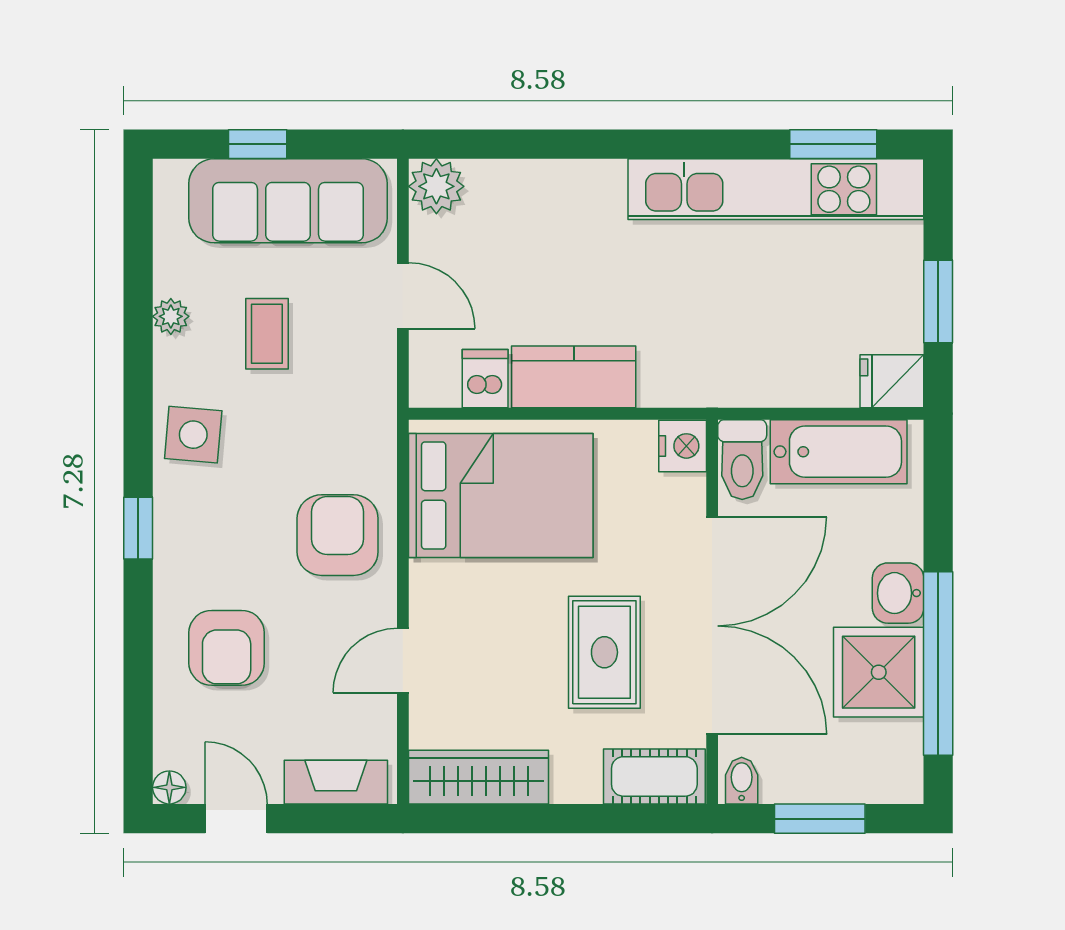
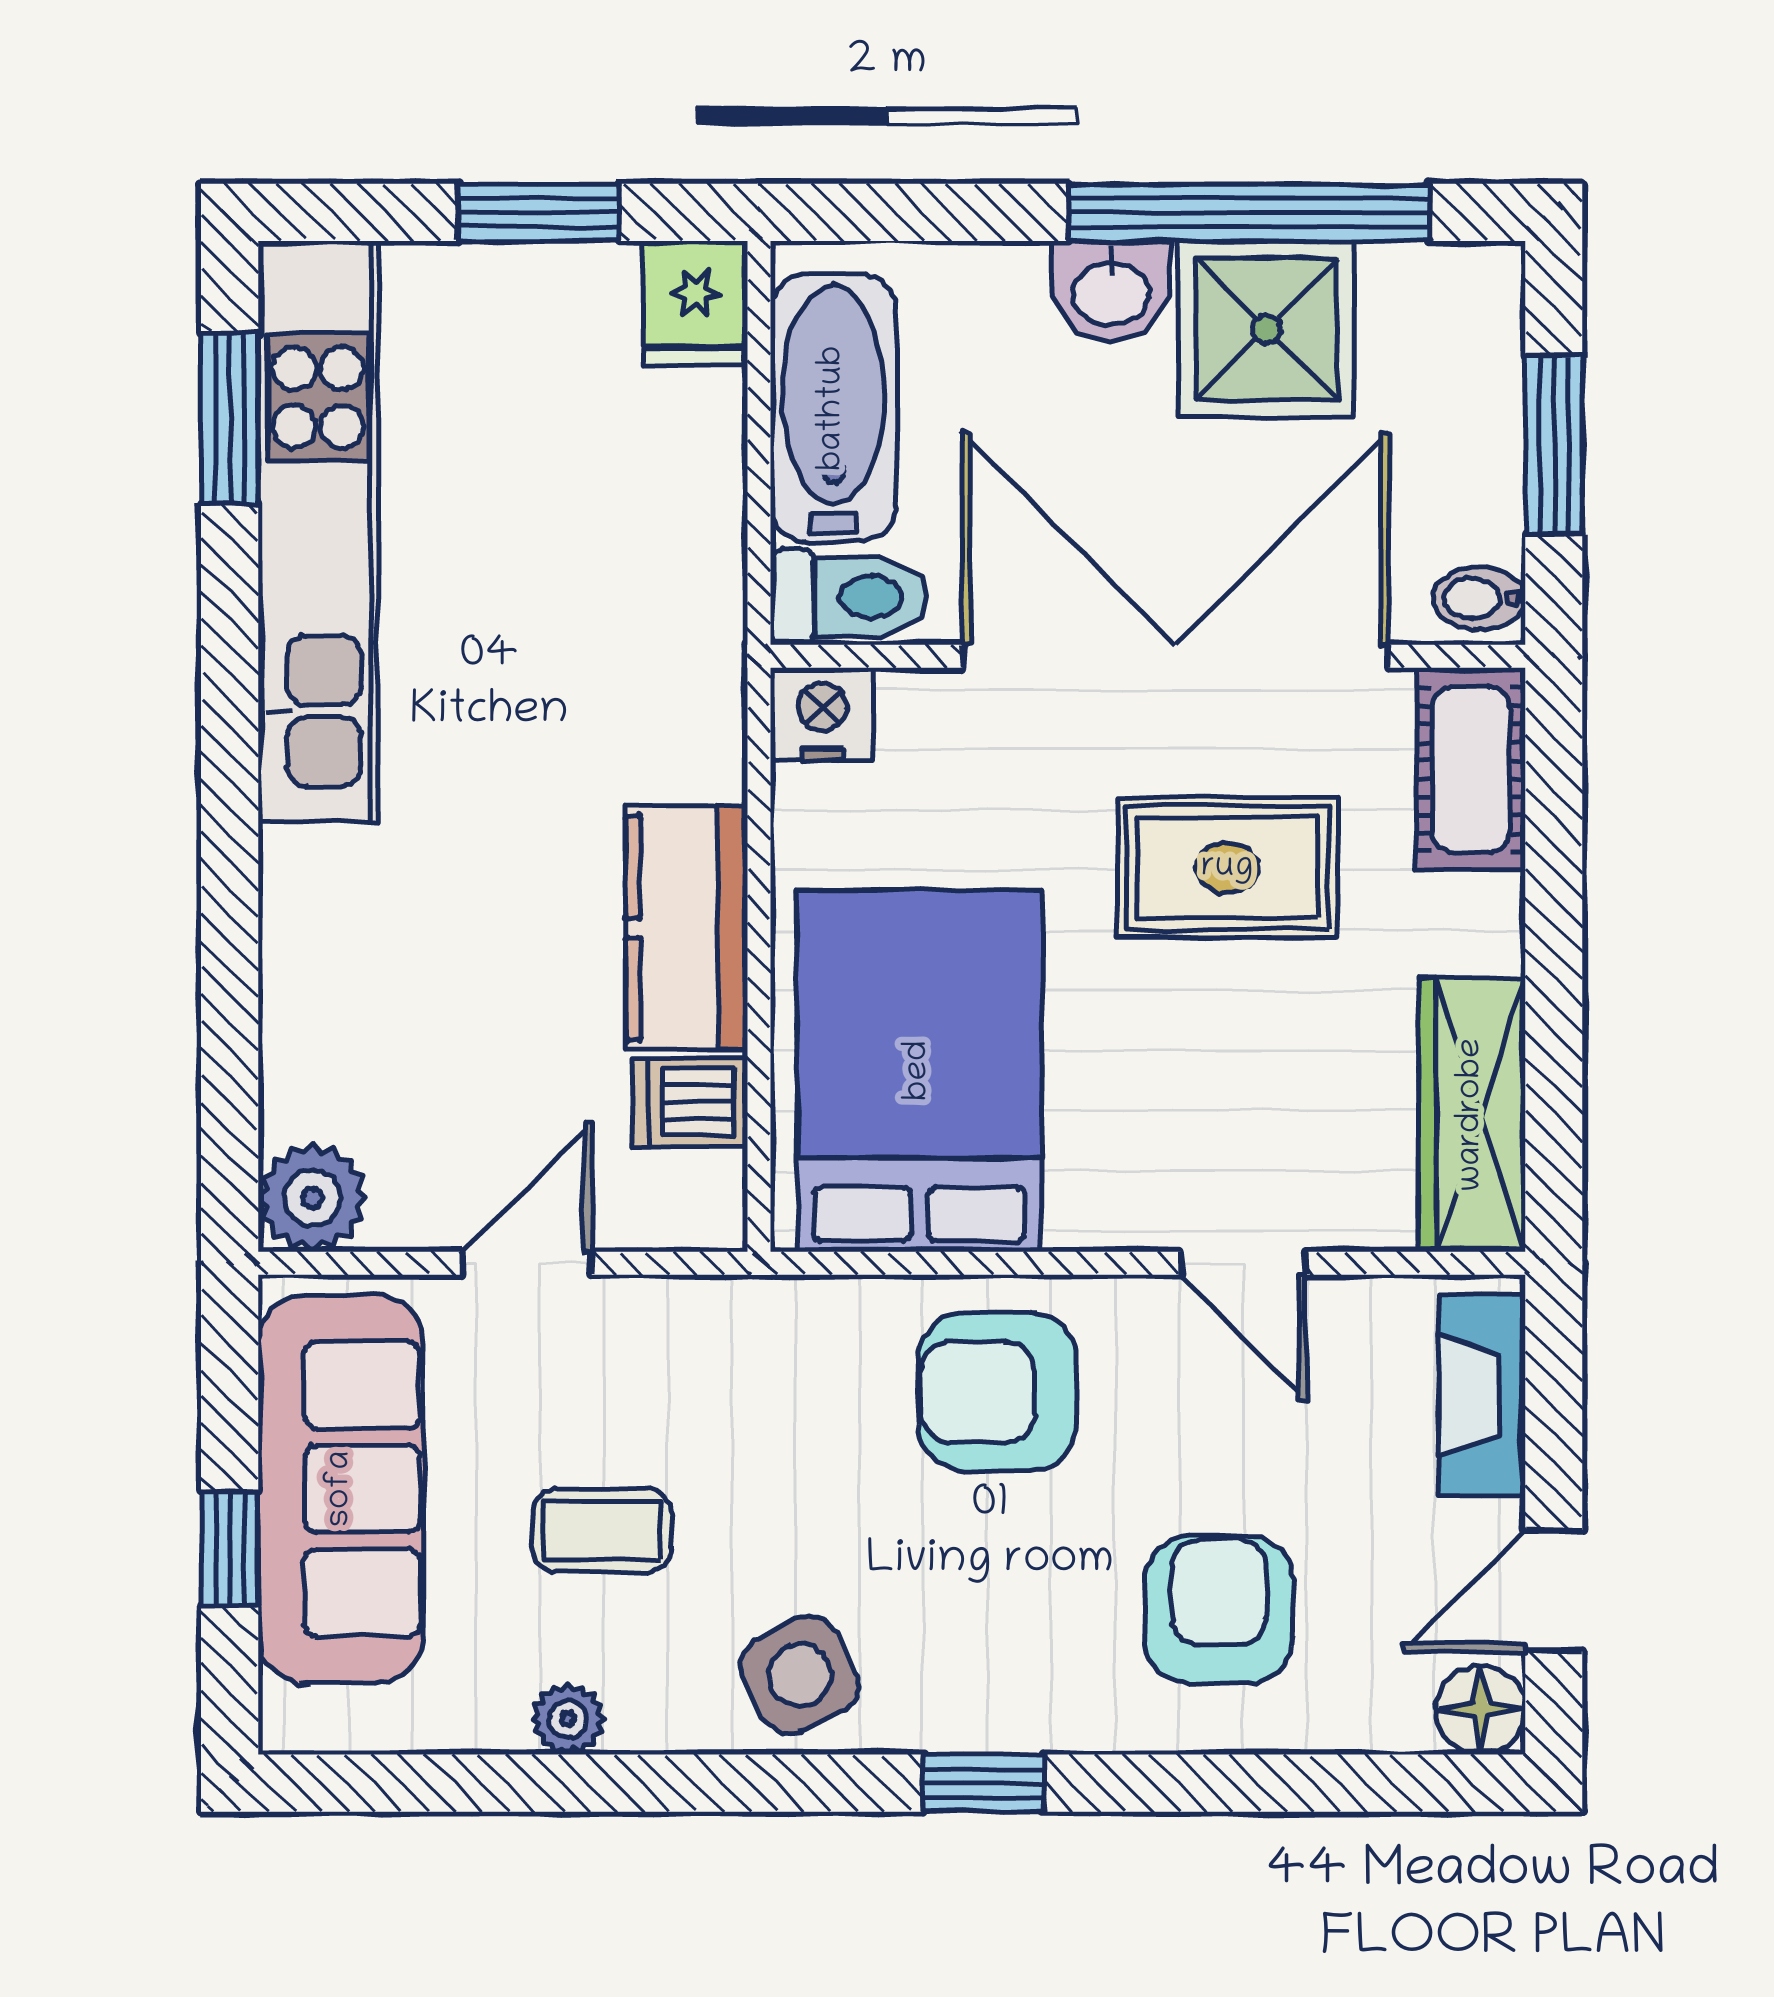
side table: (193, 435) -> (800, 1675), turned -32
armchair: (227, 648) -> (1219, 1610), turned -90
floor lamp: (169, 787) -> (1481, 1710), width x1.37, depth x1.37

